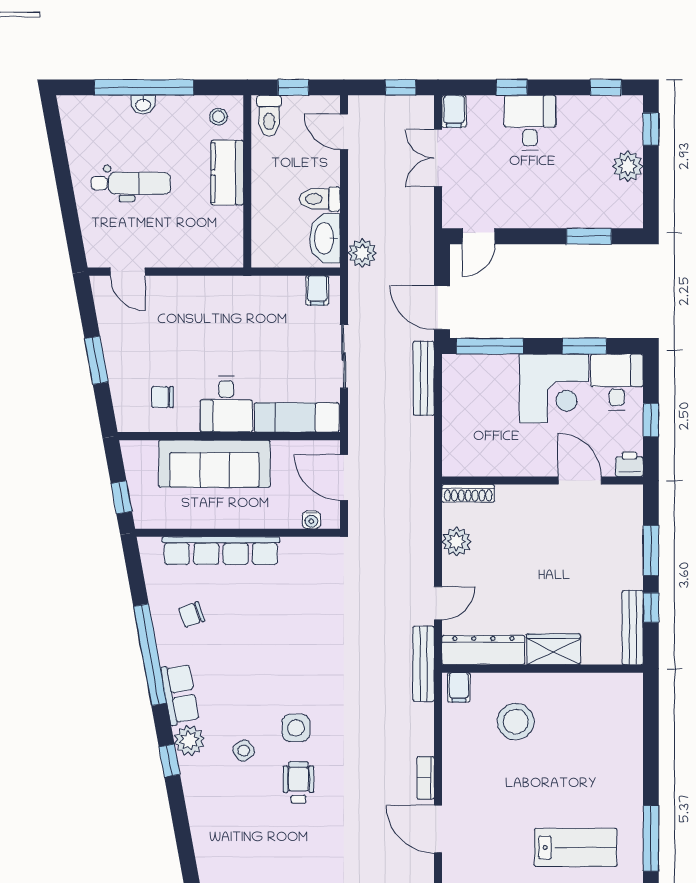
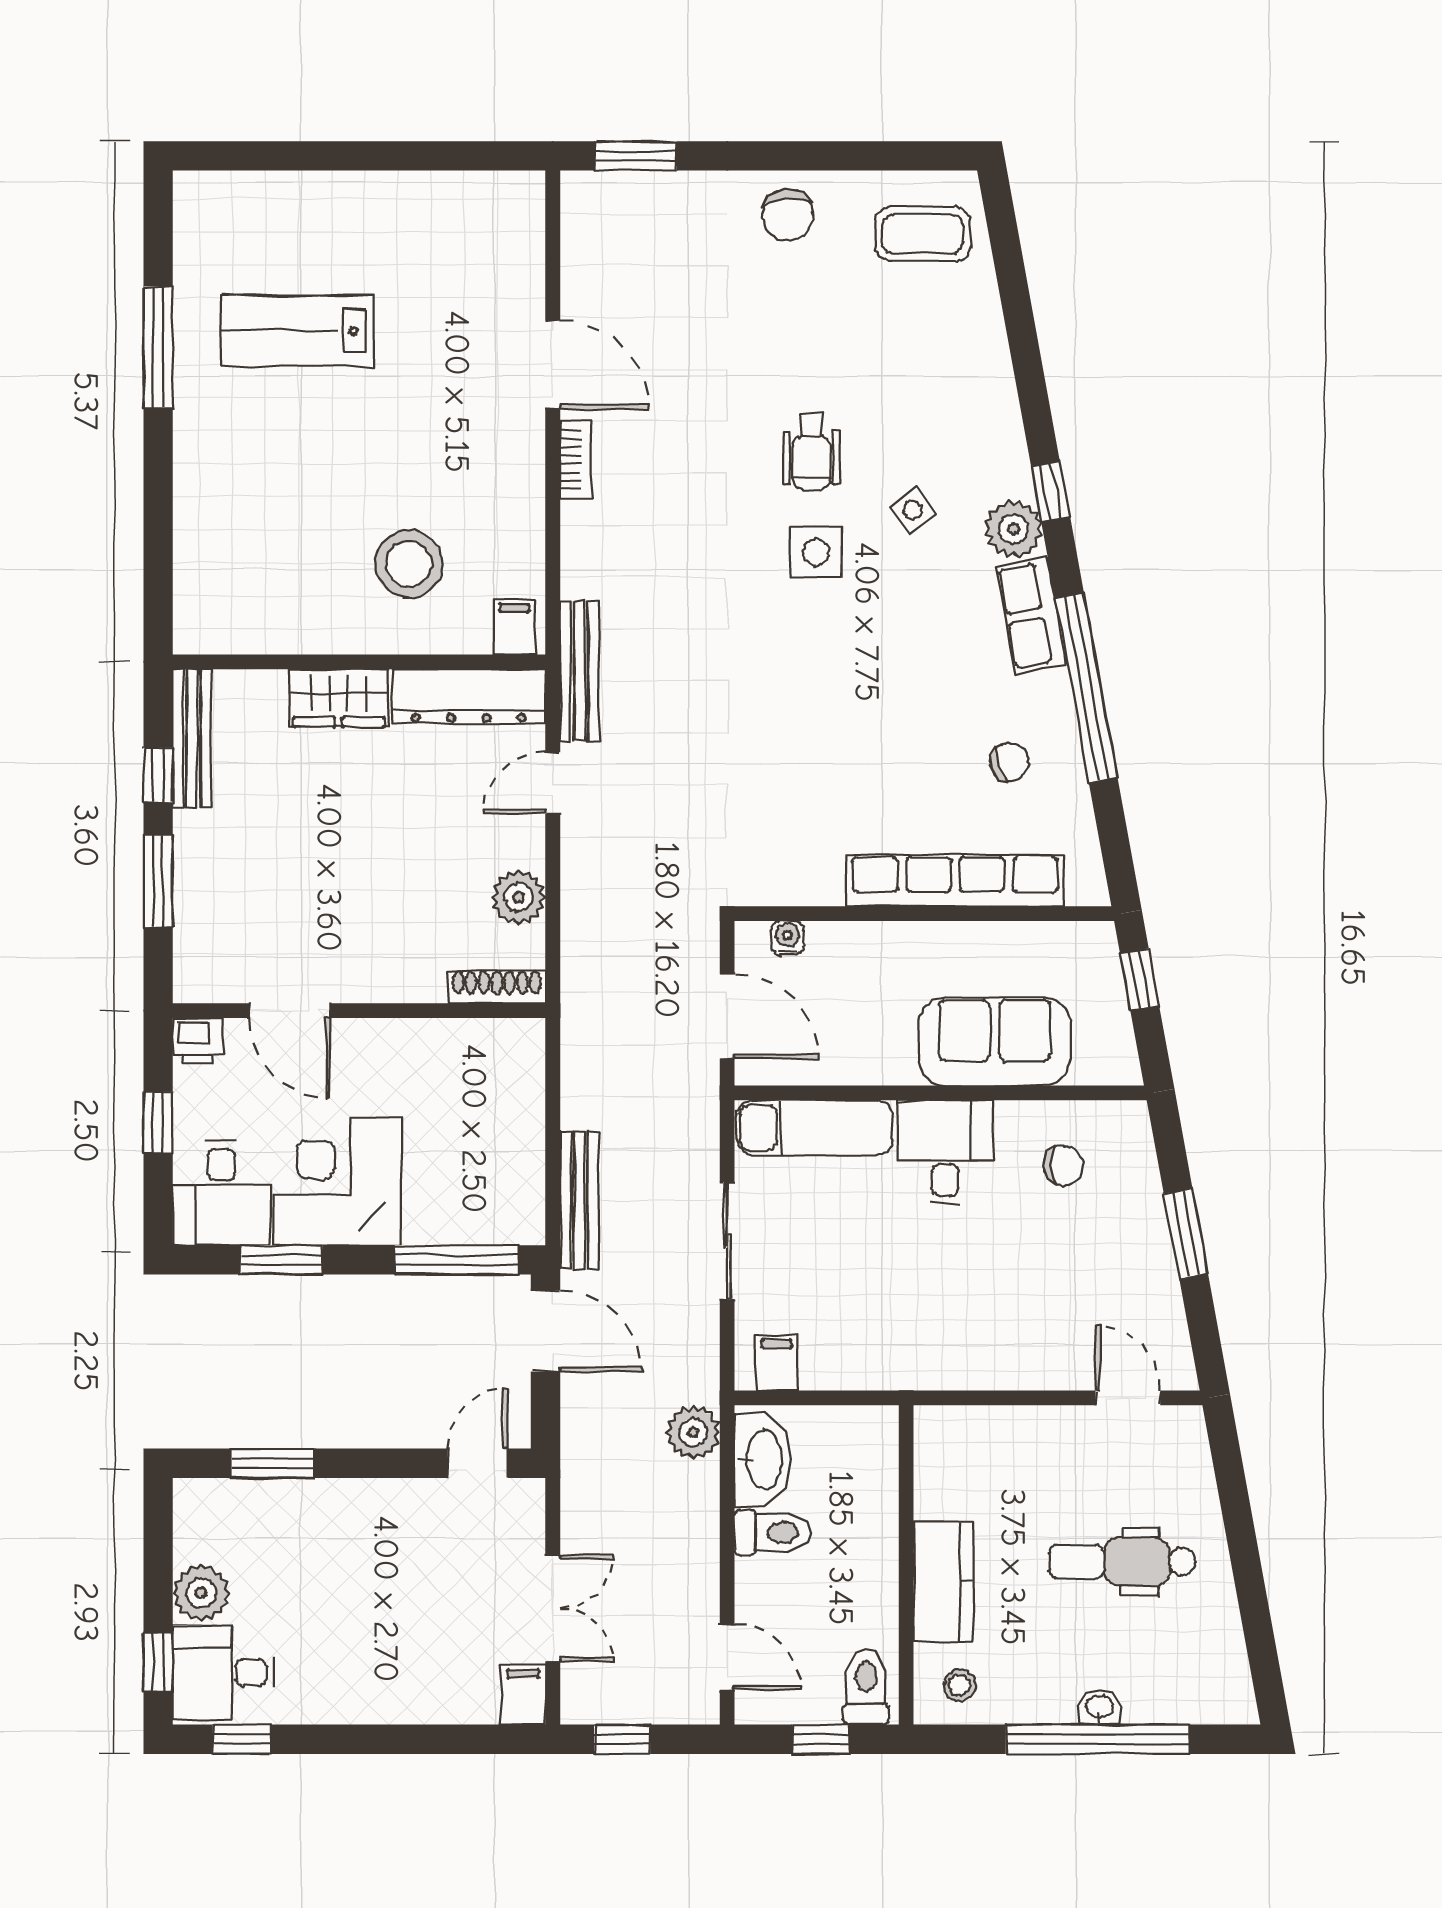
window: (512, 87) -> (416, 1739), removed
desk: (530, 123) -> (224, 1673), moved, turned 90
sofa: (214, 464) -> (994, 1042), width x0.73

